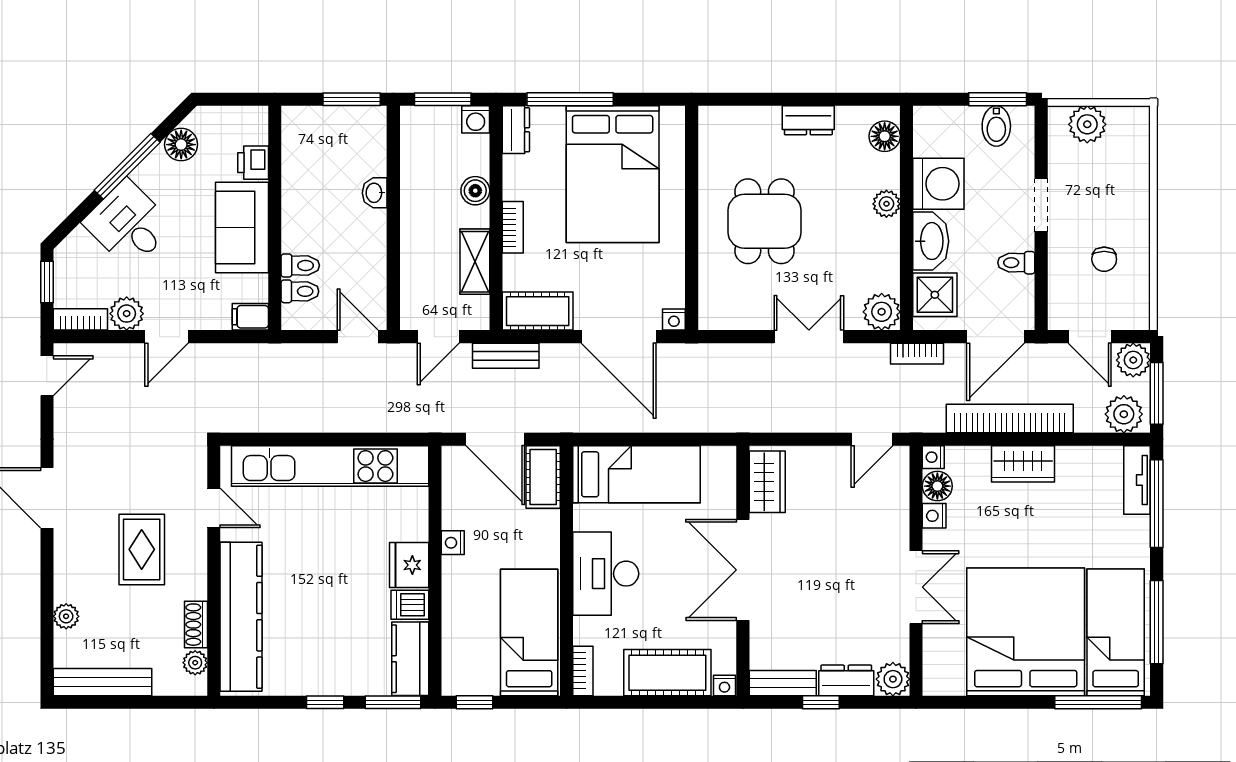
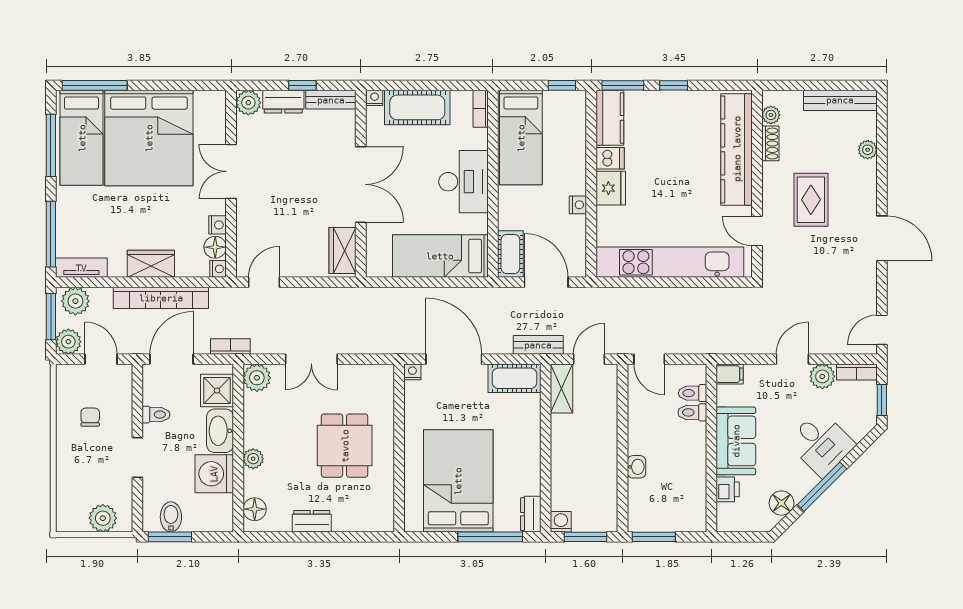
boiler: (475, 191) -> (561, 468), removed
bookcase: (513, 227) -> (533, 441), removed
shelving: (475, 262) -> (562, 388), moved
tv unit: (1137, 480) -> (81, 268), moved, turned -90

